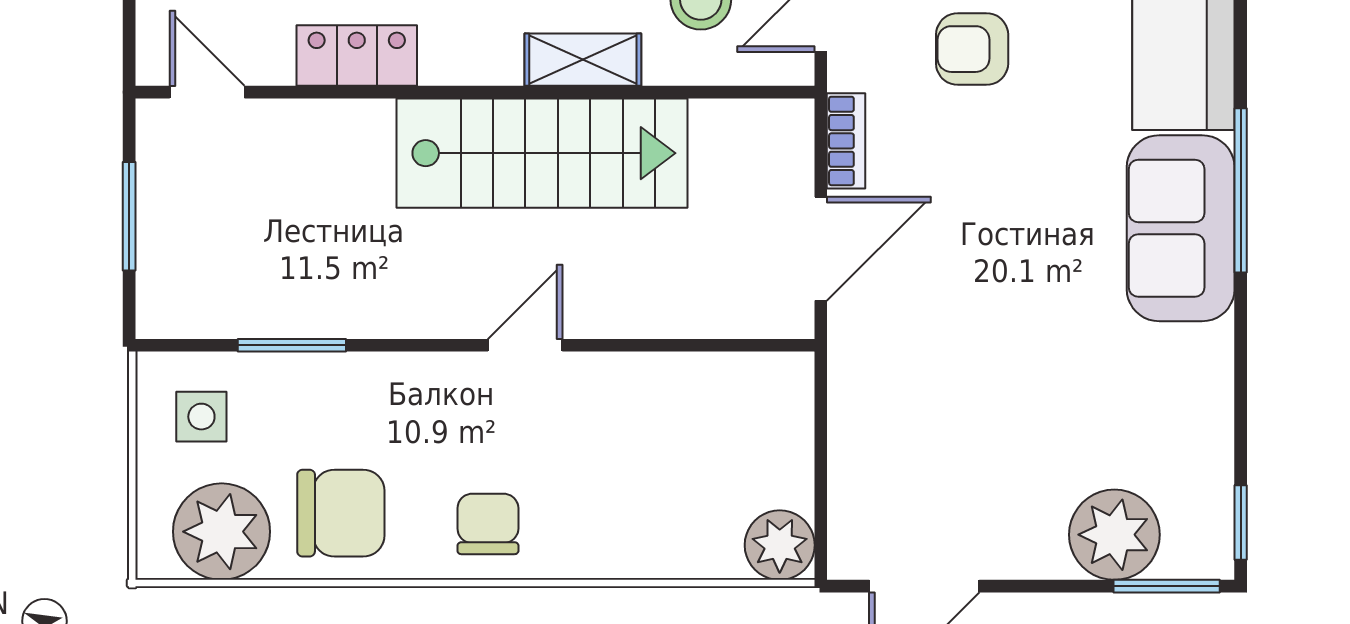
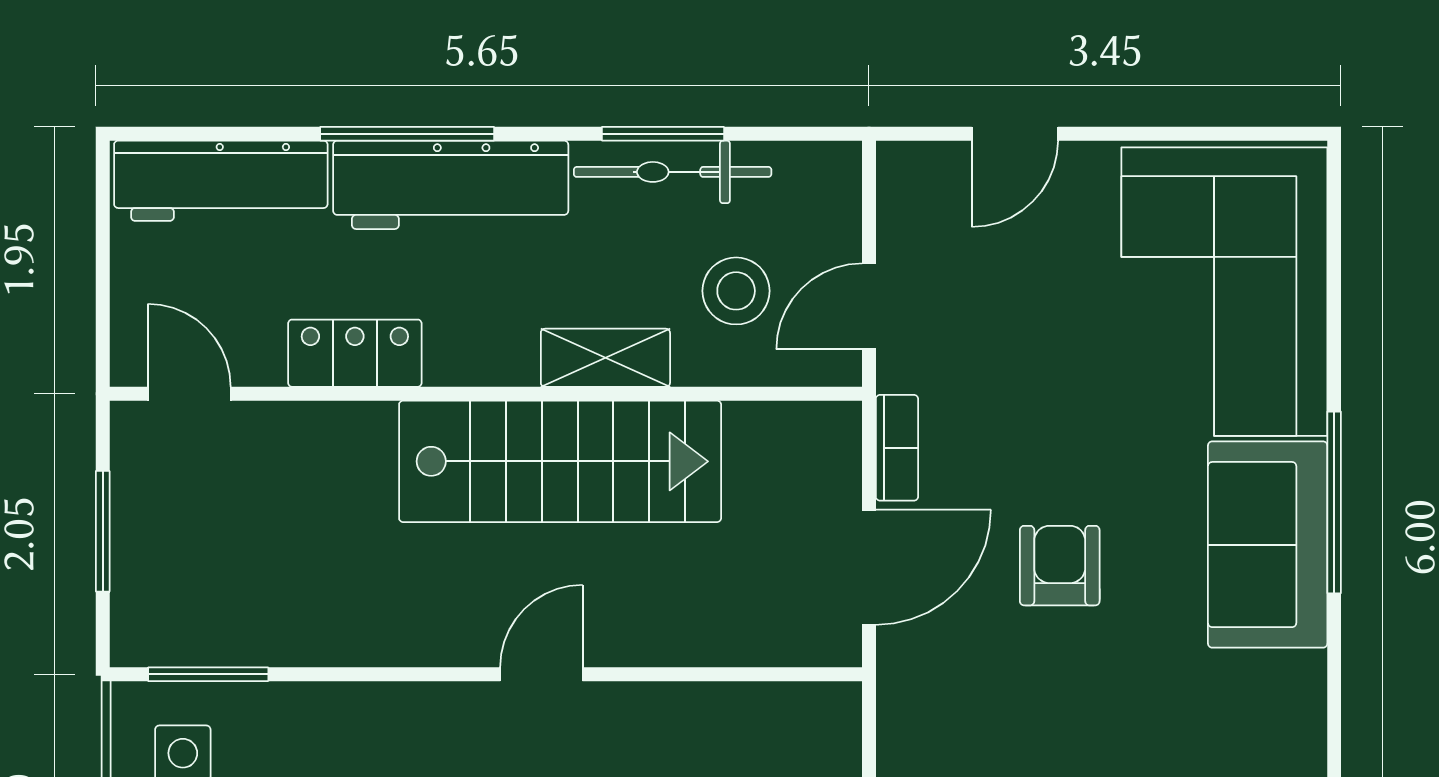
armchair: (972, 49) -> (1060, 566), moved, turned 90
window: (292, 345) -> (208, 674), moved

